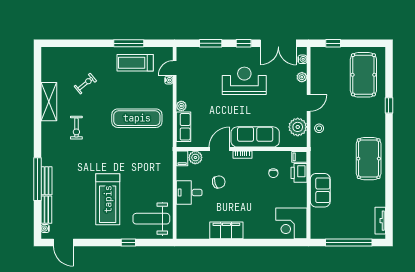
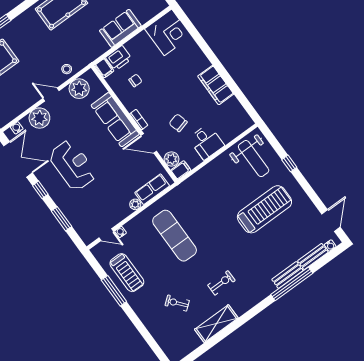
plant: (302, 77) -> (39, 118), width x1.88, depth x1.88
reception desk: (244, 81) -> (73, 165), turned 180

